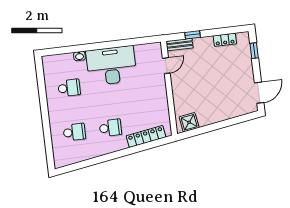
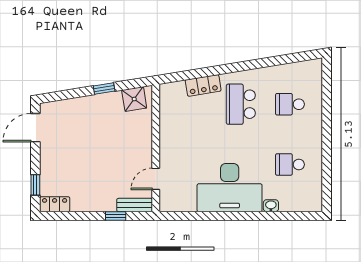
locker: (225, 40) -> (55, 204), moved
window: (212, 127) -> (104, 88), added
school desk: (110, 128) -> (241, 104), width x1.85
locker: (146, 136) -> (203, 85), width x0.66

